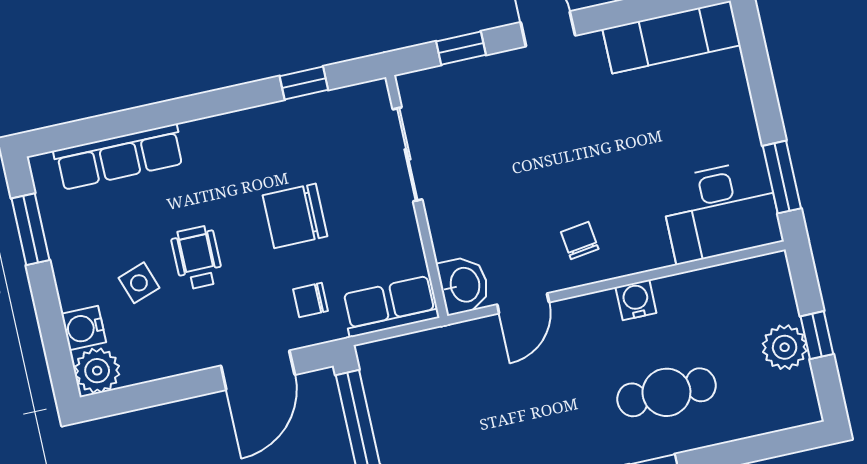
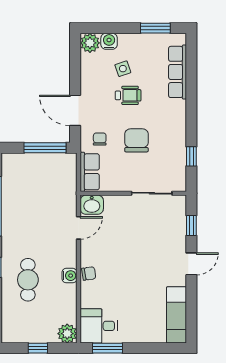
desk: (721, 211) -> (99, 326), width x0.73
chair: (580, 241) -> (89, 273), moved
door: (523, 303) -> (79, 228), swing flipped
plant: (785, 347) -> (67, 334), moved

